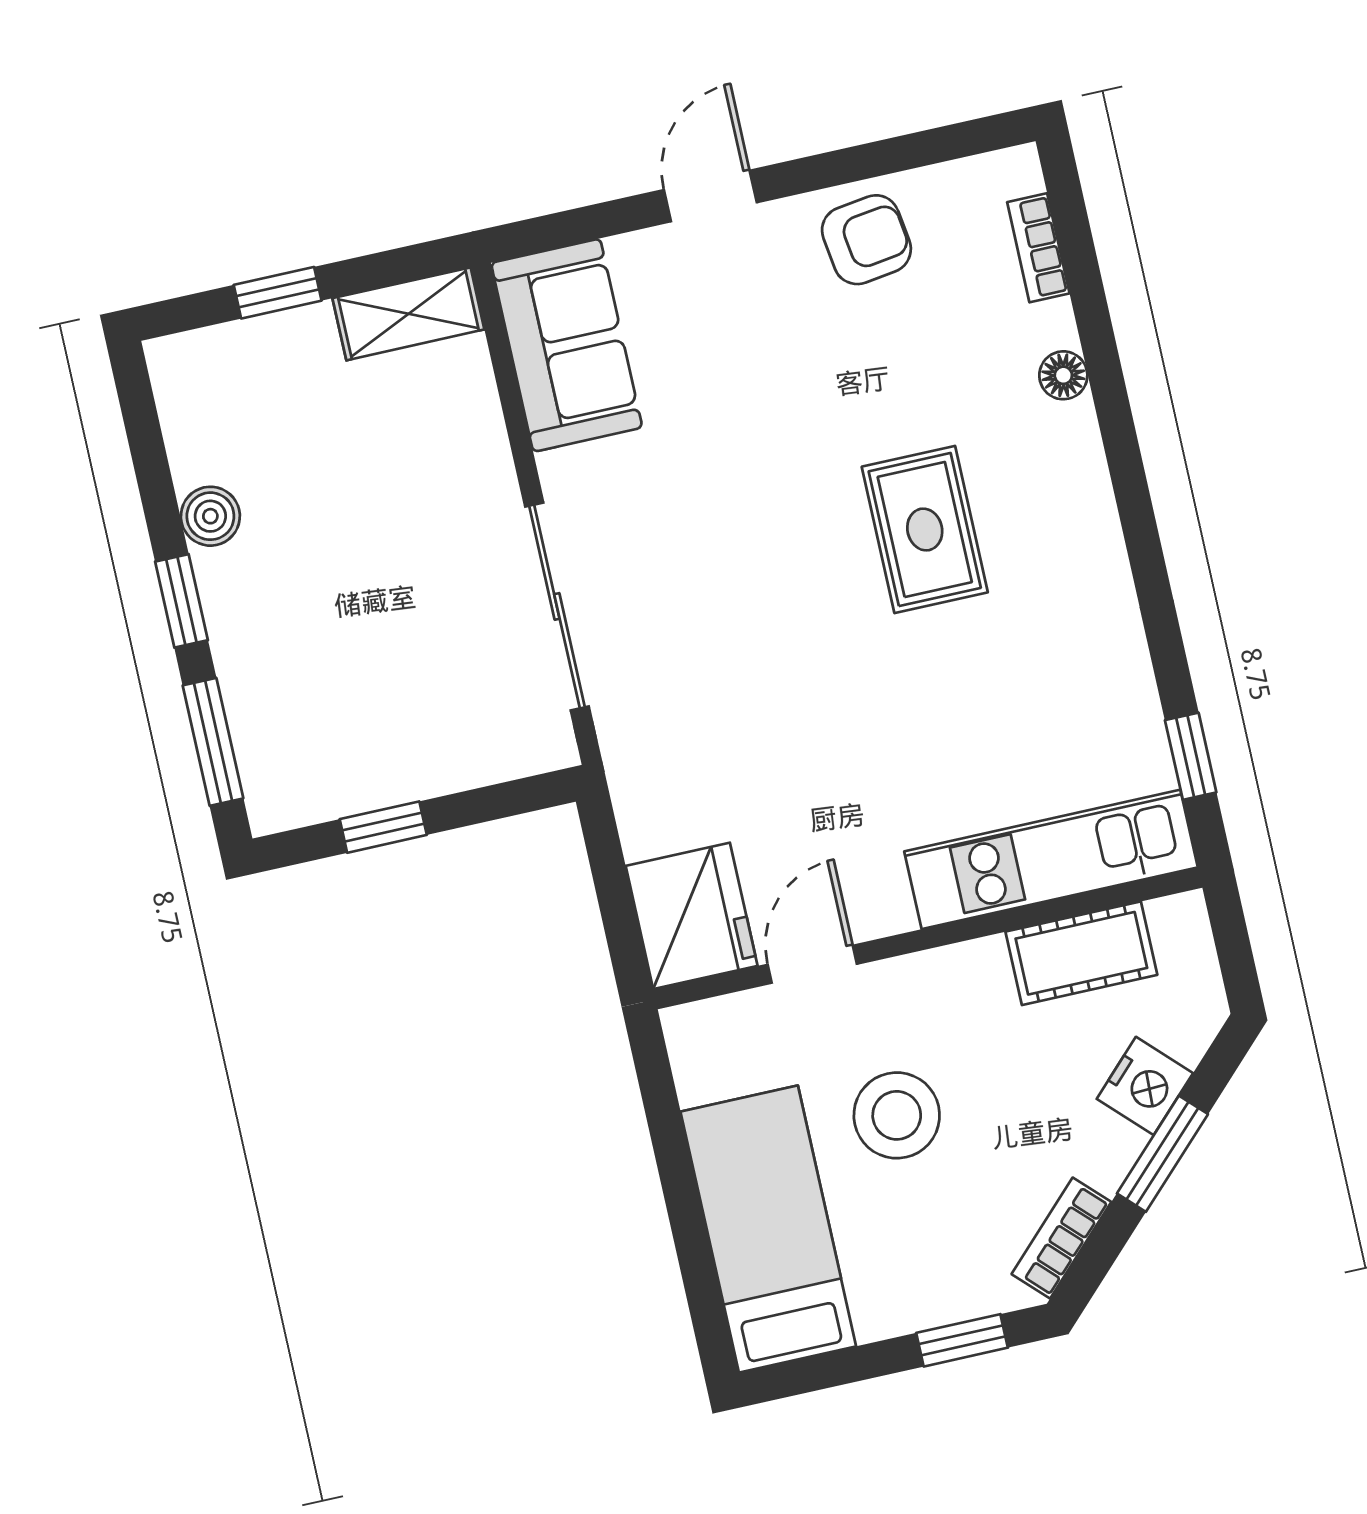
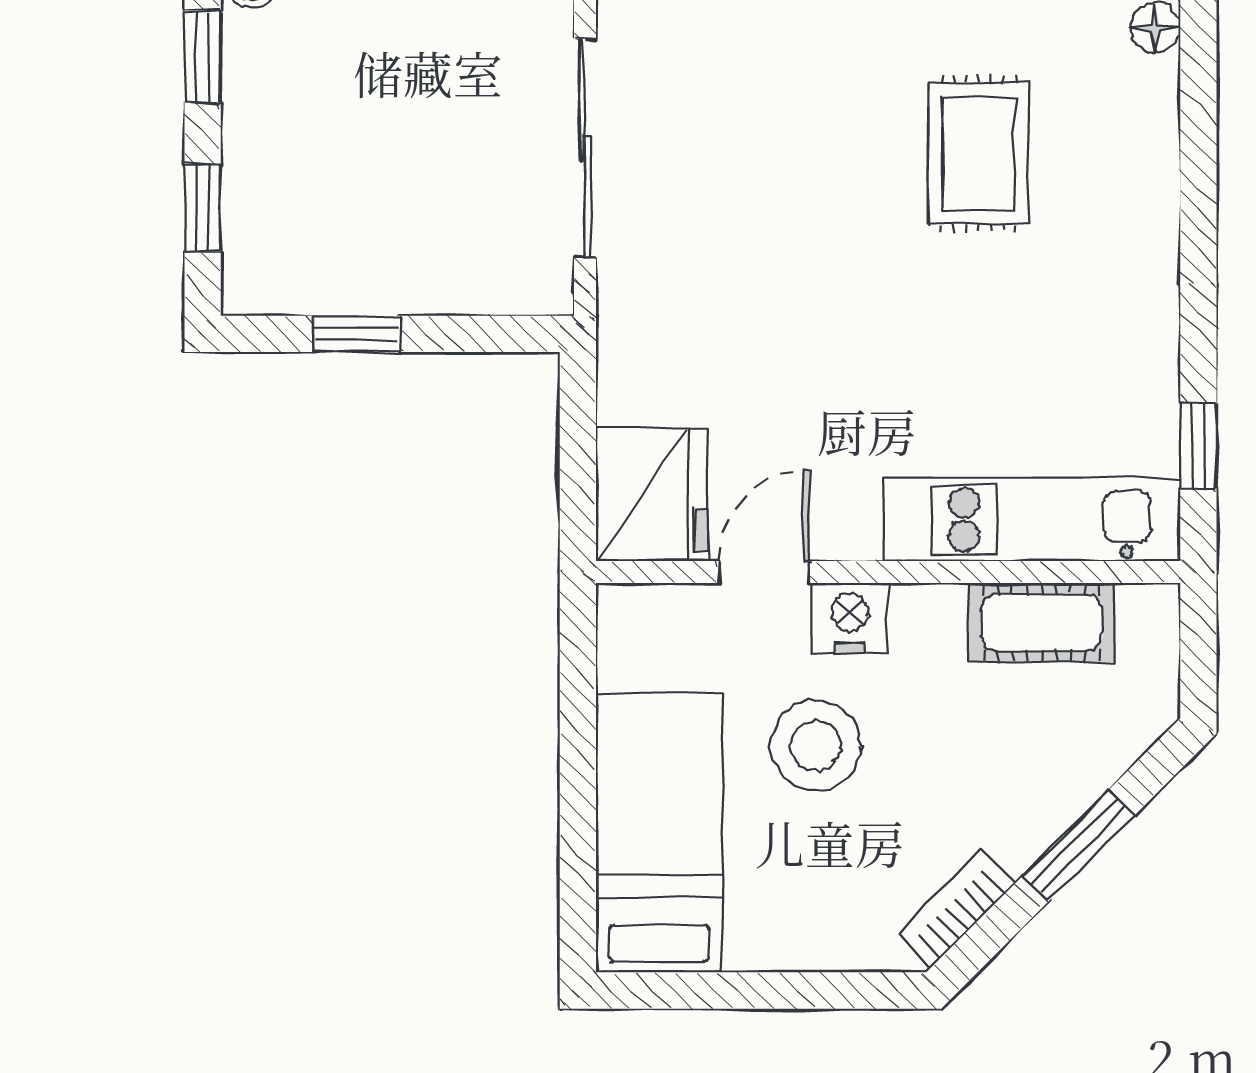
window: (213, 742) -> (203, 208), width x0.67
nightstand: (1145, 1086) -> (850, 618), moved, turned -135
window: (962, 1340) -> (831, 990), removed

